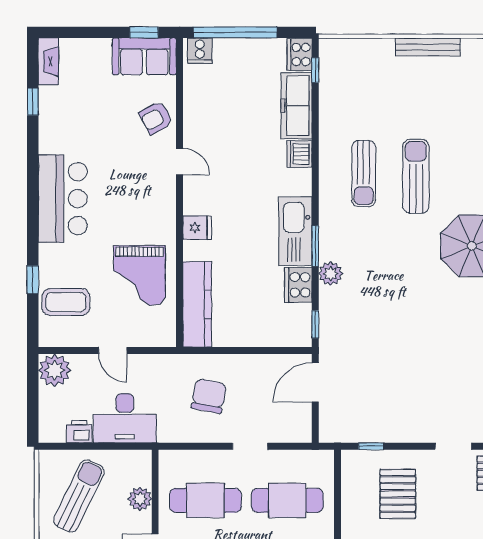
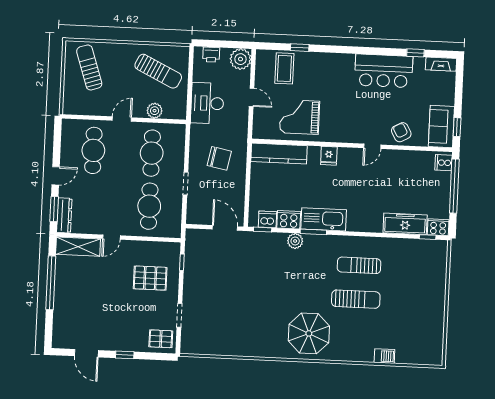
bench: (428, 47) -> (439, 311), removed
dishwasher: (299, 154) -> (267, 219), moved
bar counter: (63, 199) -> (384, 71), moved
door: (113, 351) -> (252, 97), swing flipped
printer: (79, 432) -> (211, 55), moved, turned 90

